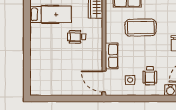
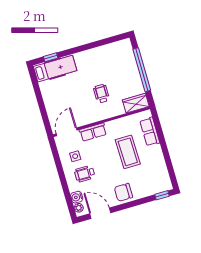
hospital bed: (50, 14) -> (55, 69), moved, turned -90
window: (27, 76) -> (51, 57), added

